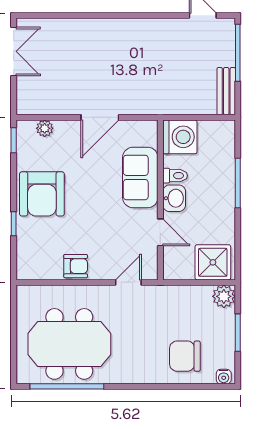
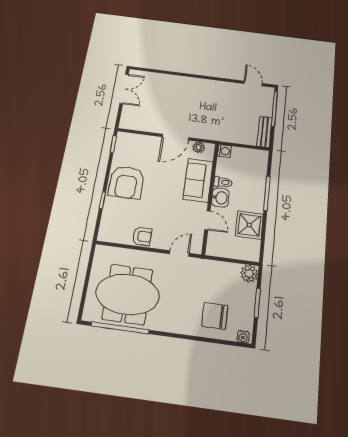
plant: (45, 128) -> (199, 147), moved
washing machine: (180, 137) -> (224, 151), width x0.53, depth x0.53
shower: (213, 262) -> (249, 225), moved

